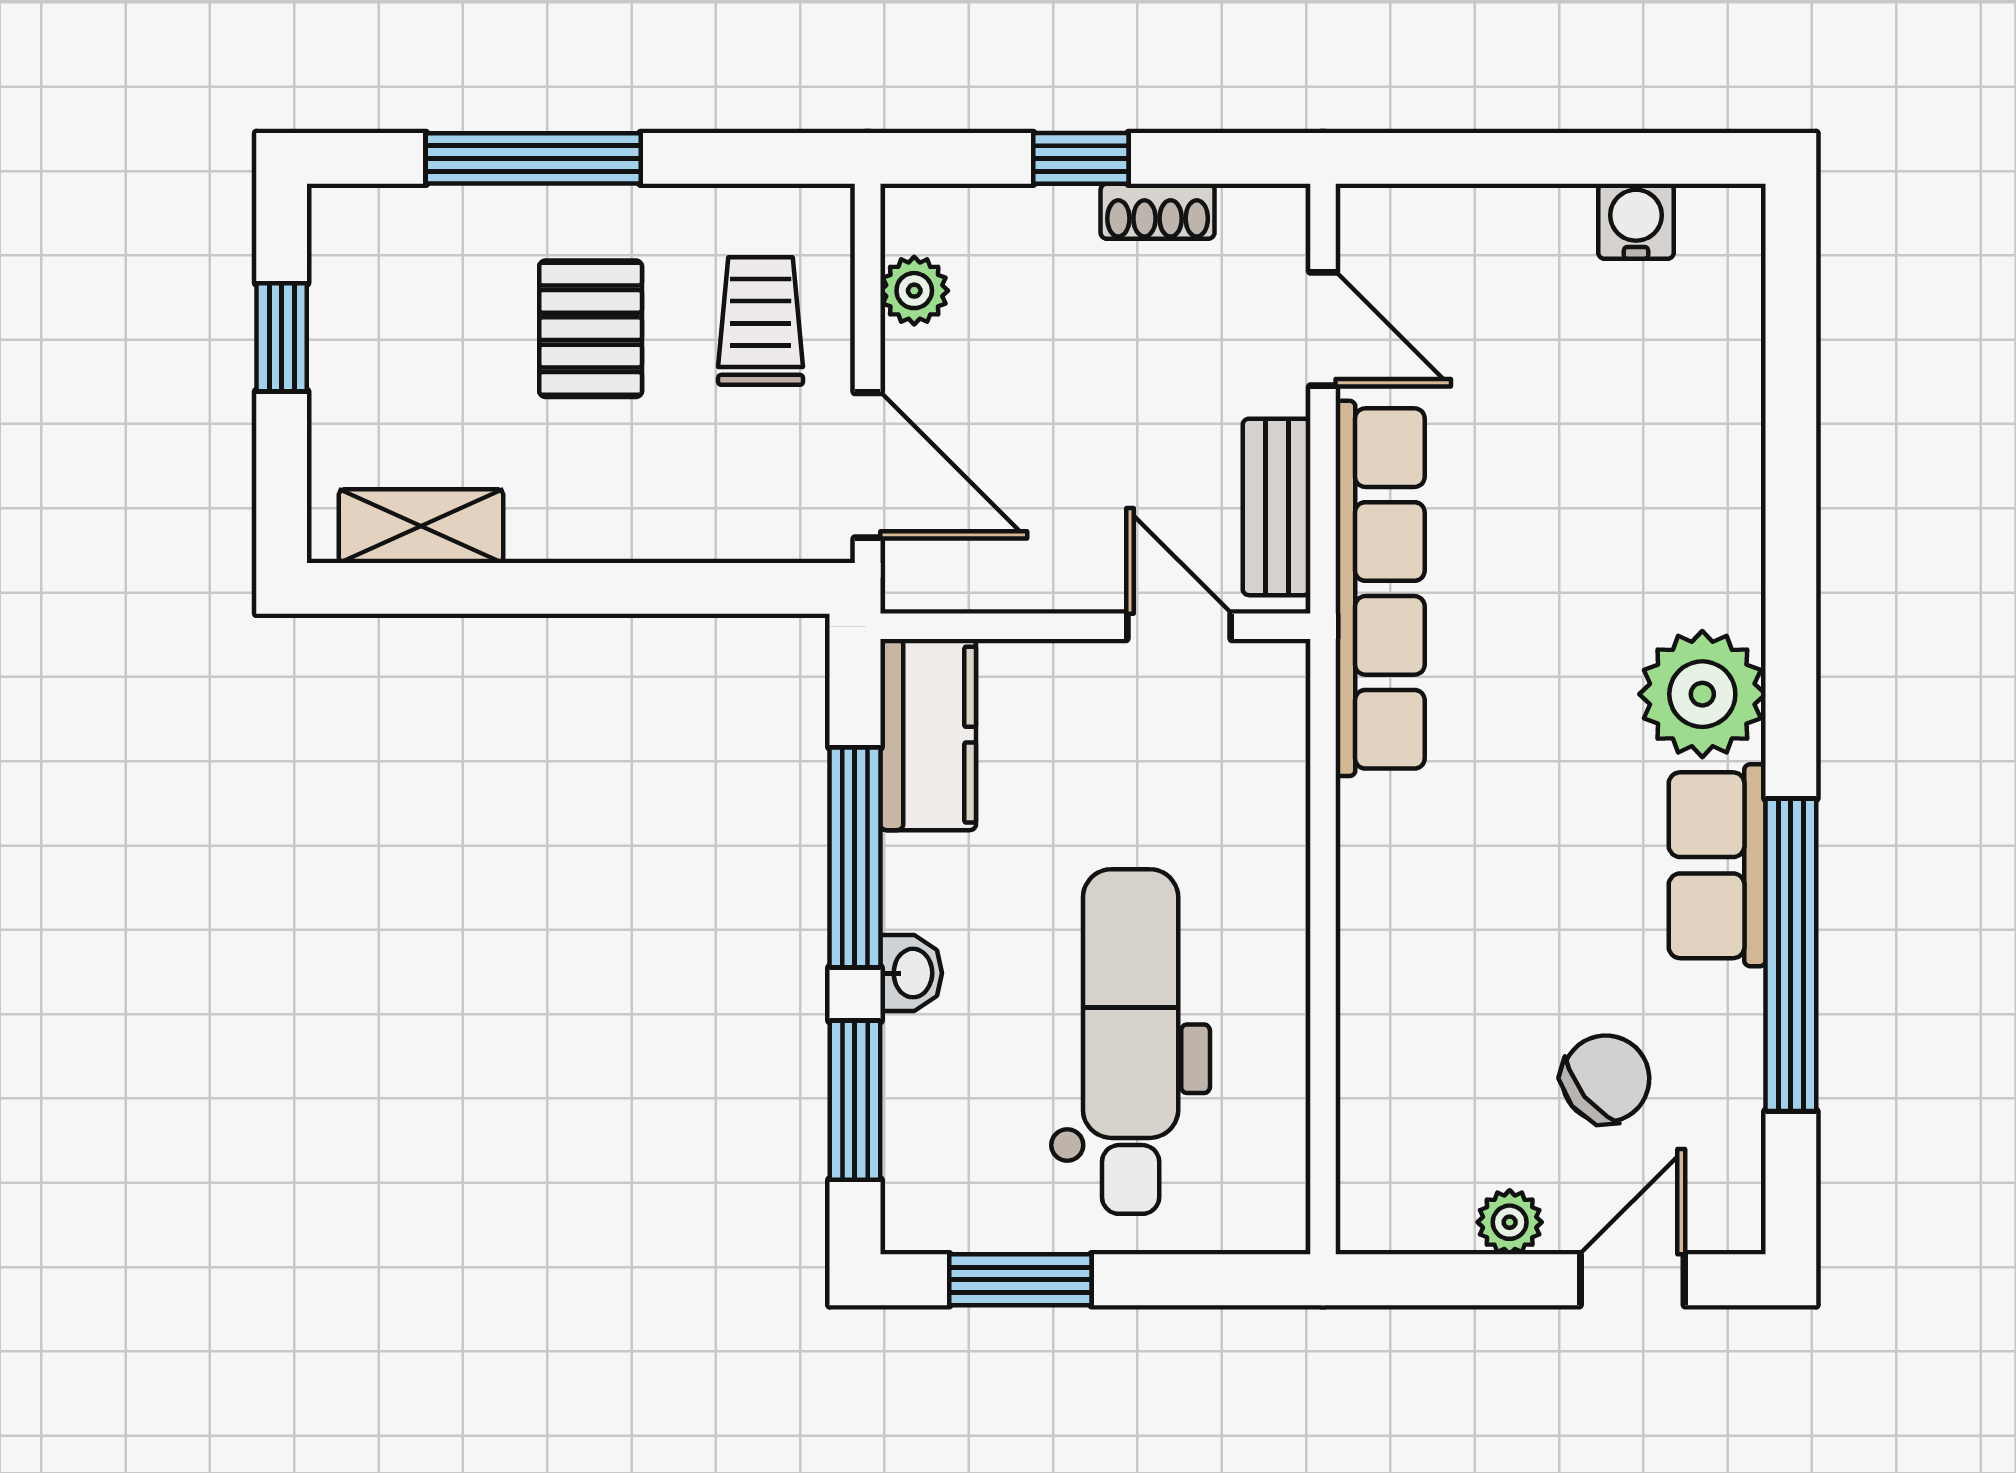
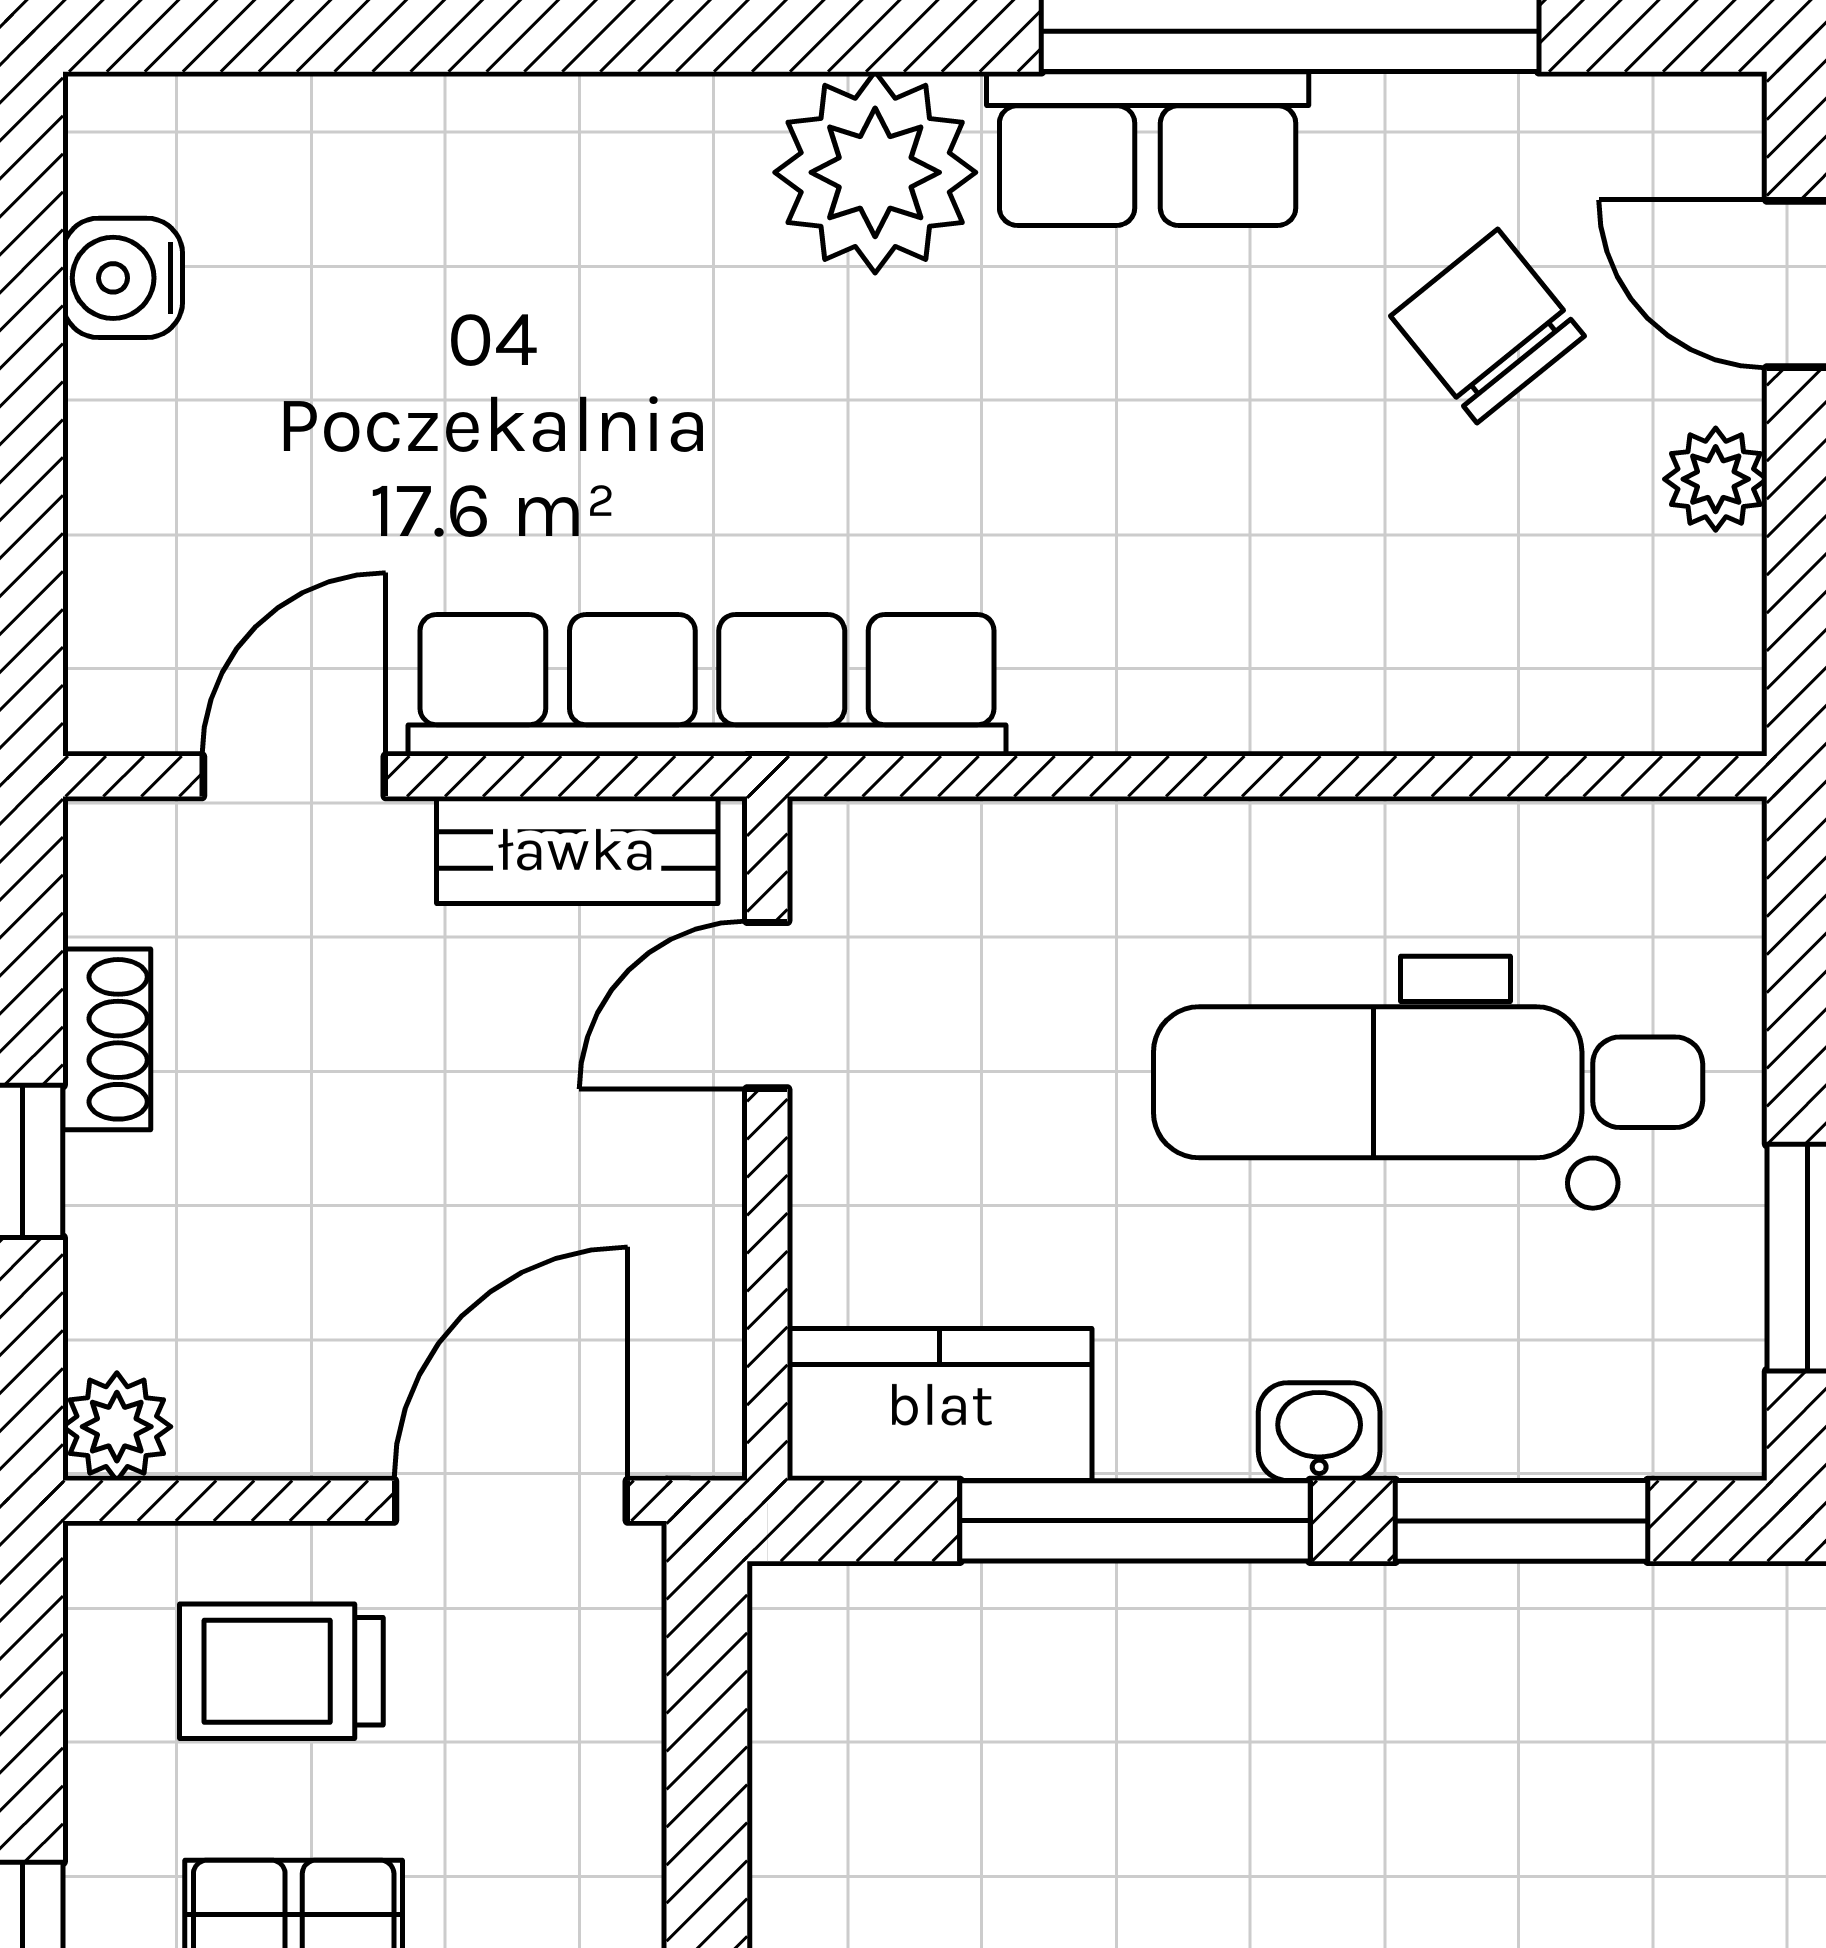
plant: (914, 291) -> (117, 1427), moved

